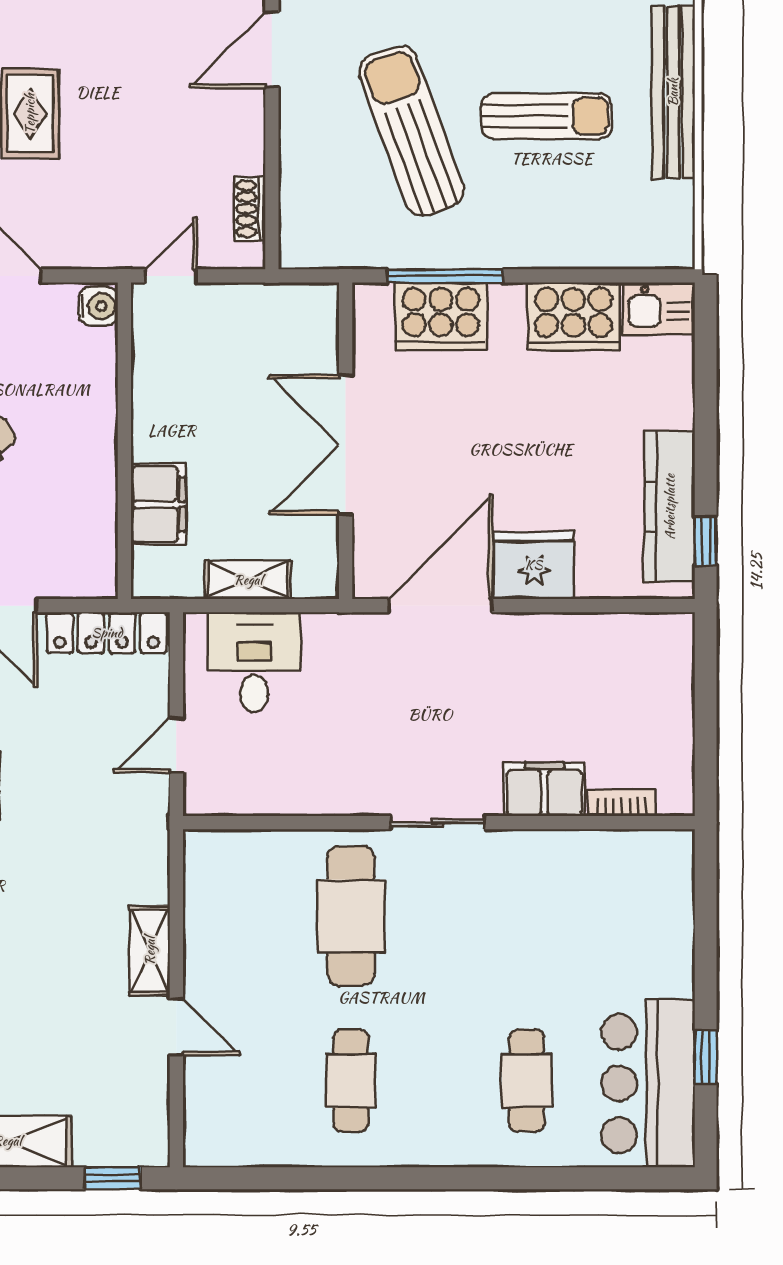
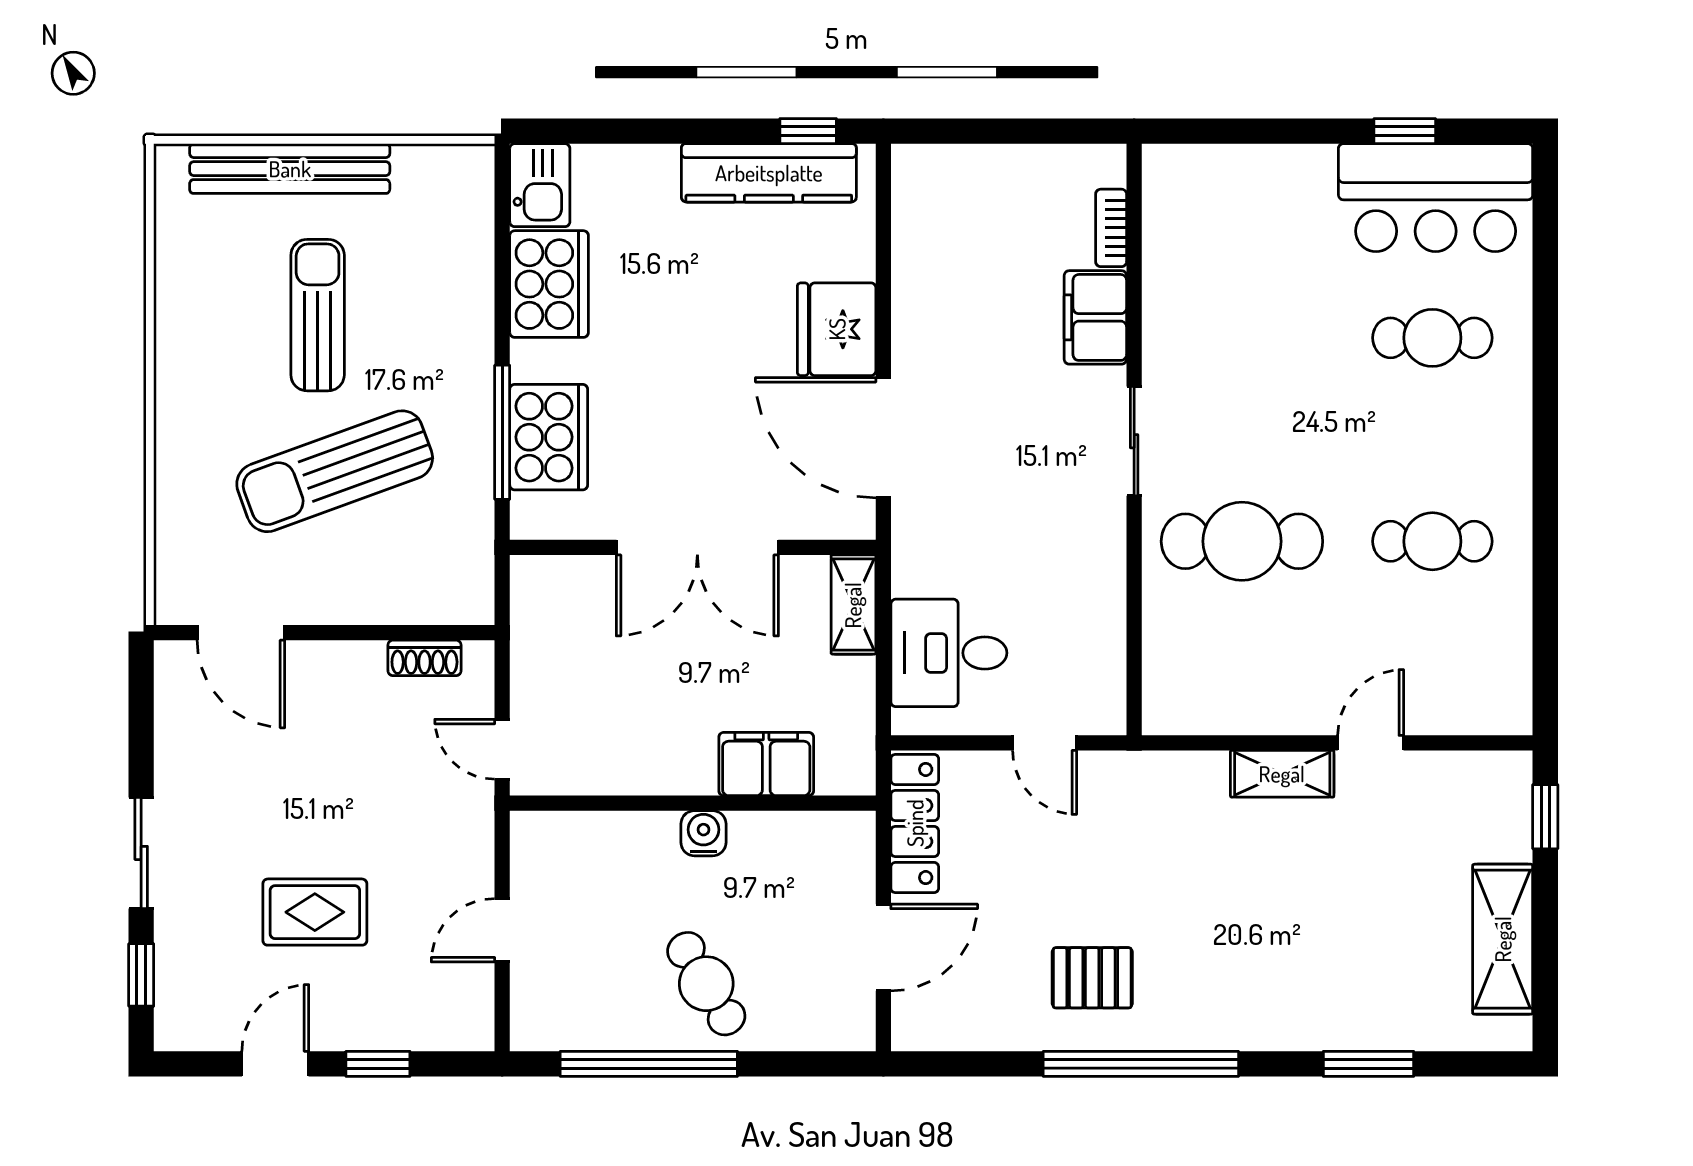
water cooler: (98, 306) -> (703, 833), moved
shelving: (248, 580) -> (853, 605), moved

